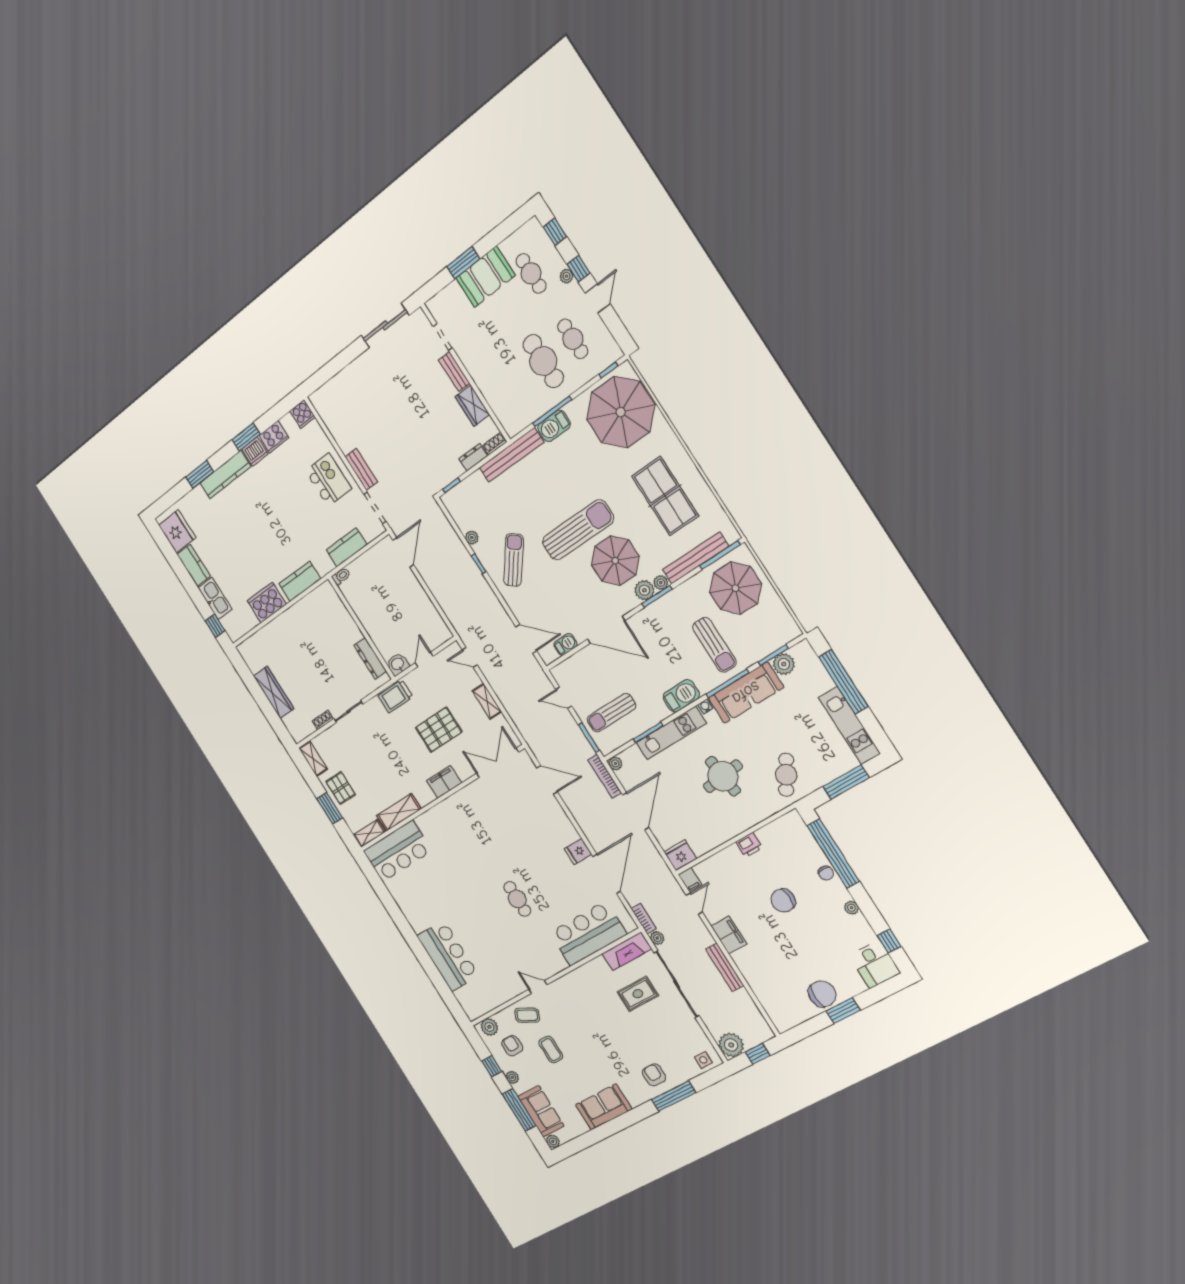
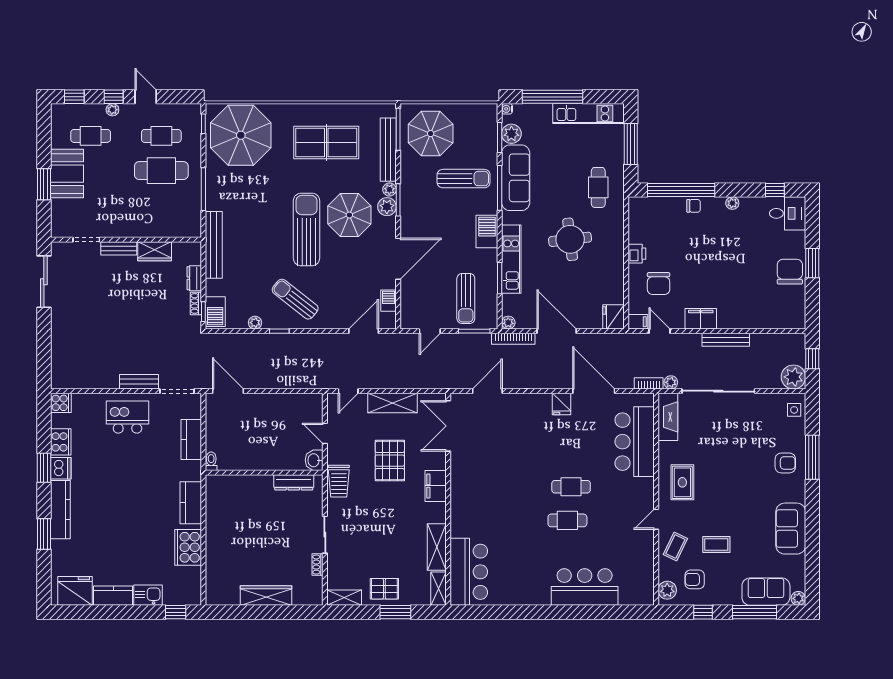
barbecue: (554, 426) -> (215, 312), moved
shoe rack: (495, 444) -> (196, 303), moved
kitchen sink: (215, 598) -> (148, 595), width x0.73
shelving: (487, 701) -> (393, 403), width x1.50, depth x1.33
water cooler: (705, 707) -> (507, 109), moved
cafe table: (786, 775) -> (598, 187), turned 57
chair: (783, 901) -> (659, 284), moved
cafe table: (489, 911) -> (567, 520), added
rug: (638, 994) -> (682, 482), moved
armchair: (654, 1075) -> (785, 463), turned 180
plant: (512, 1077) -> (723, 599), removed

